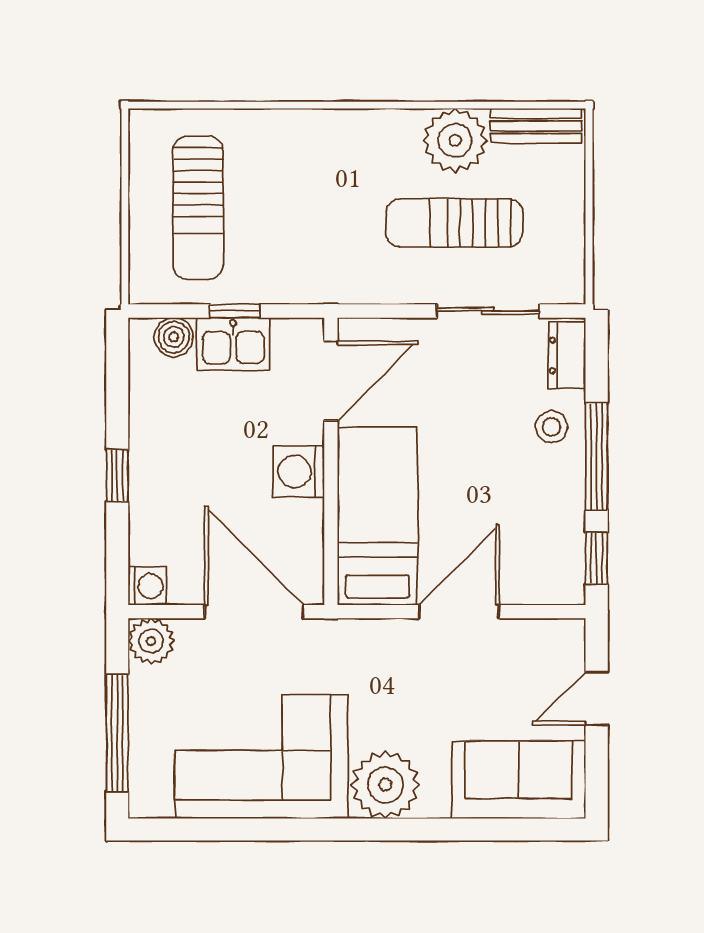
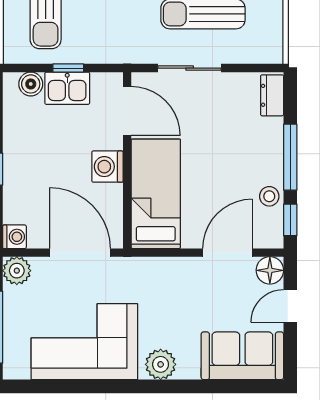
sliding door: (488, 311) -> (190, 68), moved
door: (331, 381) -> (127, 111), hinge flipped
stool: (551, 427) -> (269, 196), moved
door: (459, 612) -> (227, 253), moved
floor lamp: (563, 641) -> (270, 270), added
plant: (385, 785) -> (161, 364), width x0.73, depth x0.73

